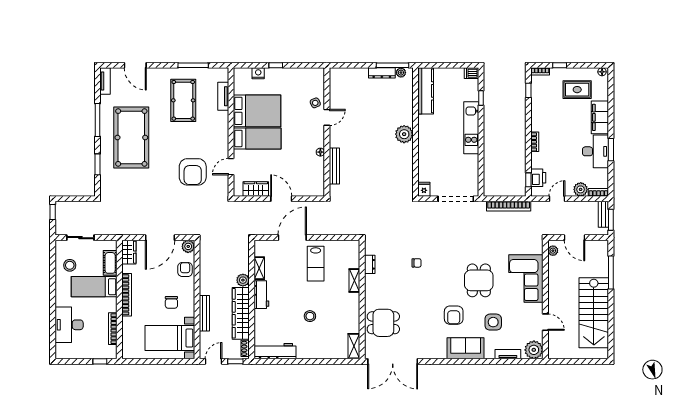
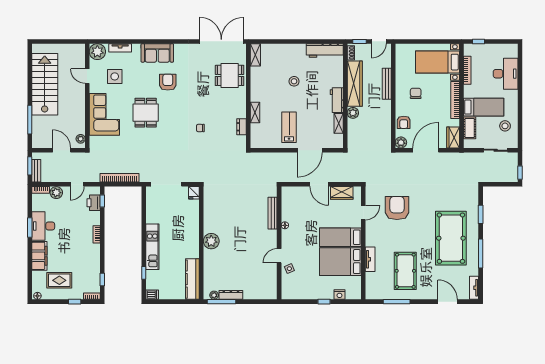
tv unit: (223, 96) -> (370, 259), moved
side table: (493, 322) -> (115, 76), moved
bed with nightstands: (170, 338) -> (438, 62), moved, turned 180

